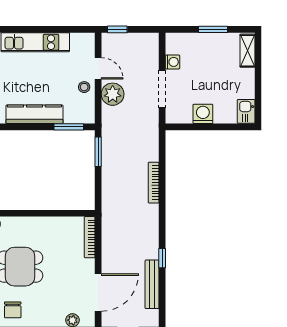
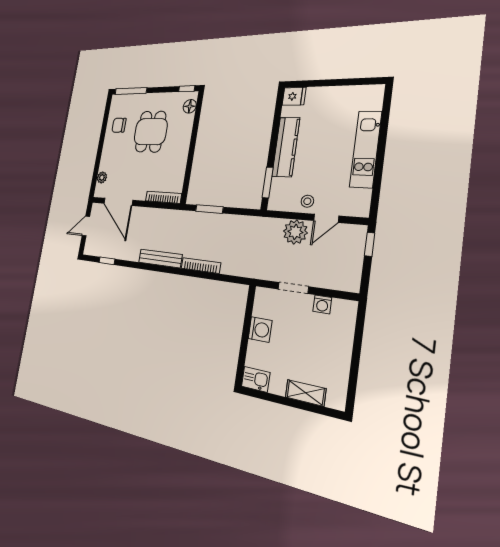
window: (213, 29) -> (355, 360), removed
shelving: (247, 51) -> (306, 393), moved
doorway: (162, 89) -> (293, 288), width x0.73
window: (98, 152) -> (209, 209), moved
window: (162, 258) -> (107, 261), moved
bench: (152, 284) -> (160, 258), moved

